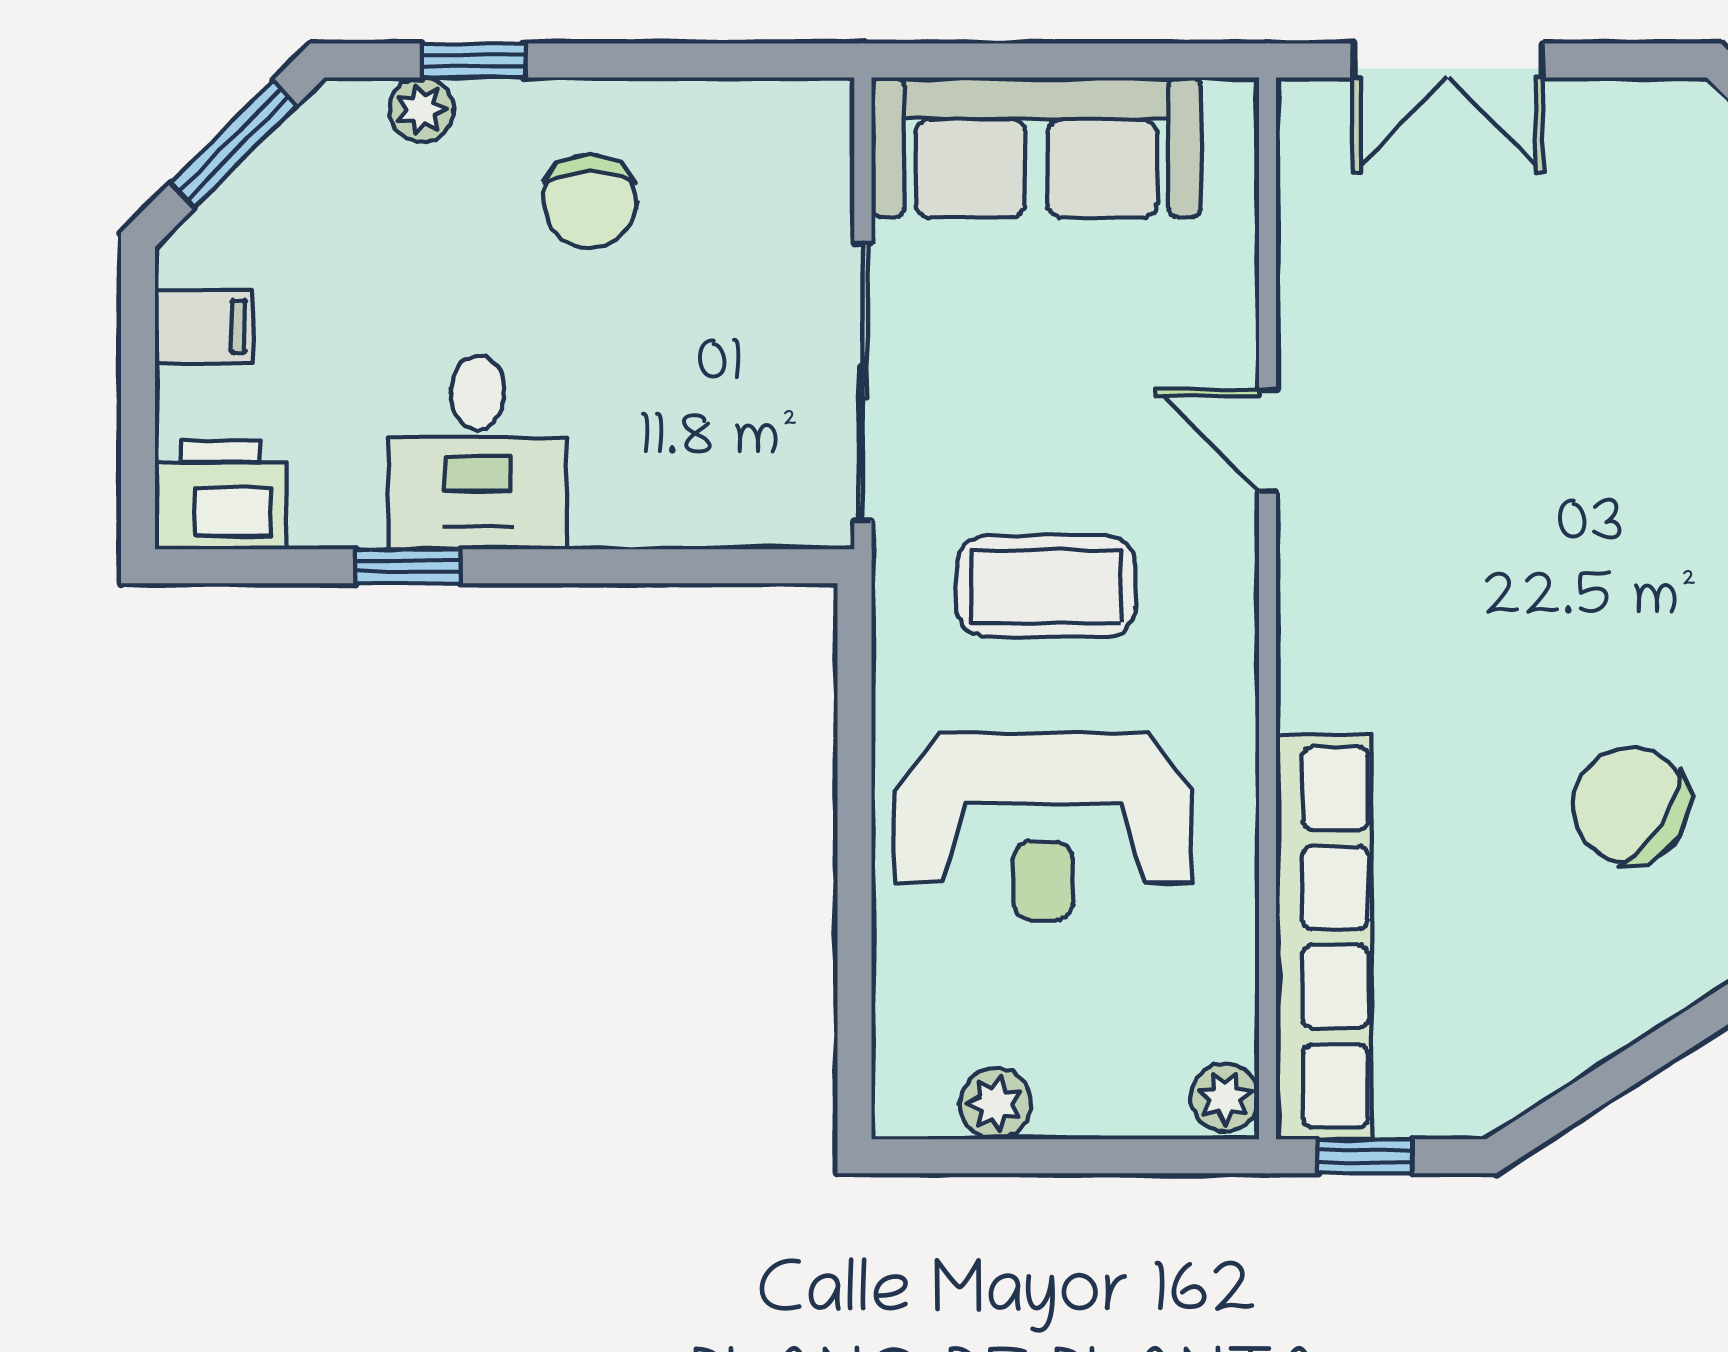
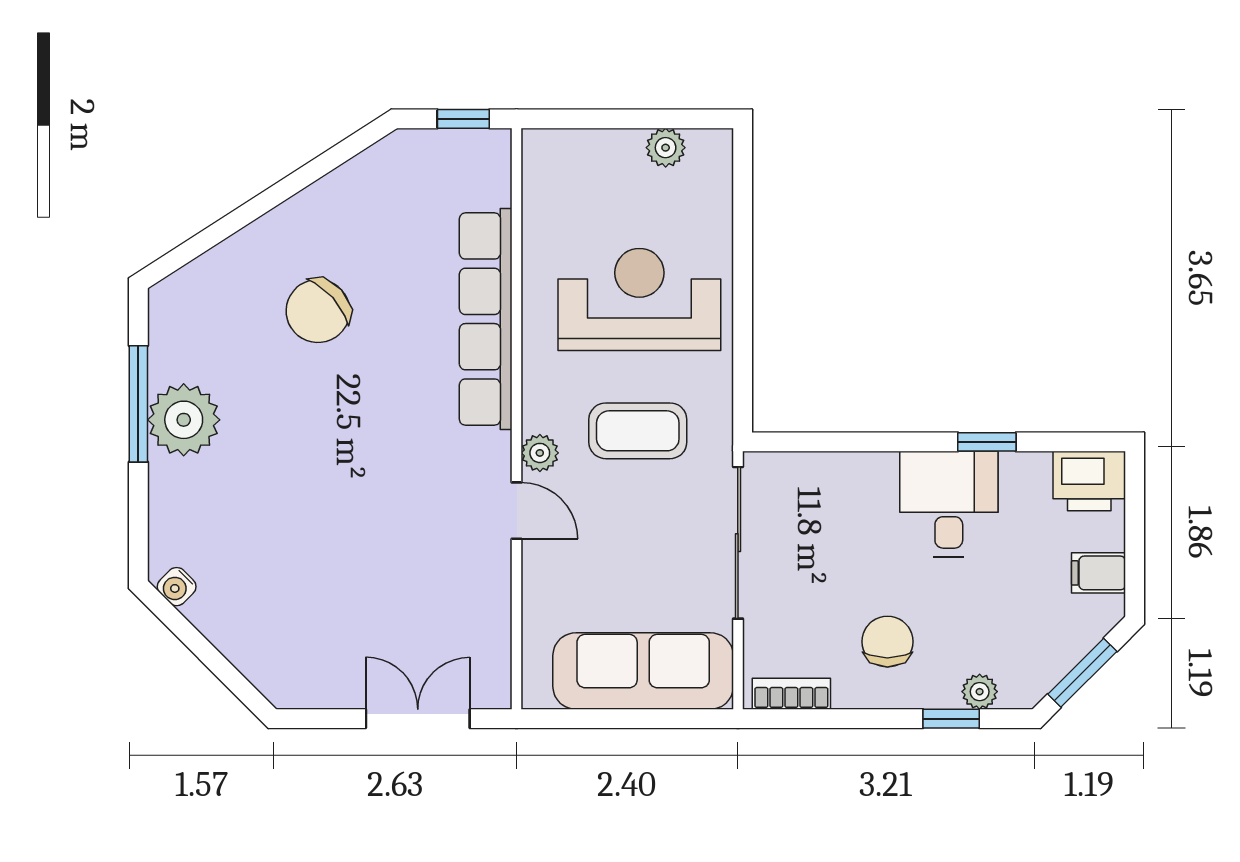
bookcase: (765, 106) -> (791, 694), added
chair: (1630, 805) -> (318, 311), turned 106
row of seats: (1324, 937) -> (486, 319), moved
plant: (1225, 1097) -> (540, 453), moved

